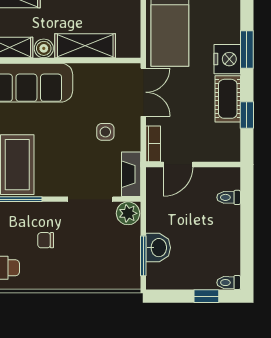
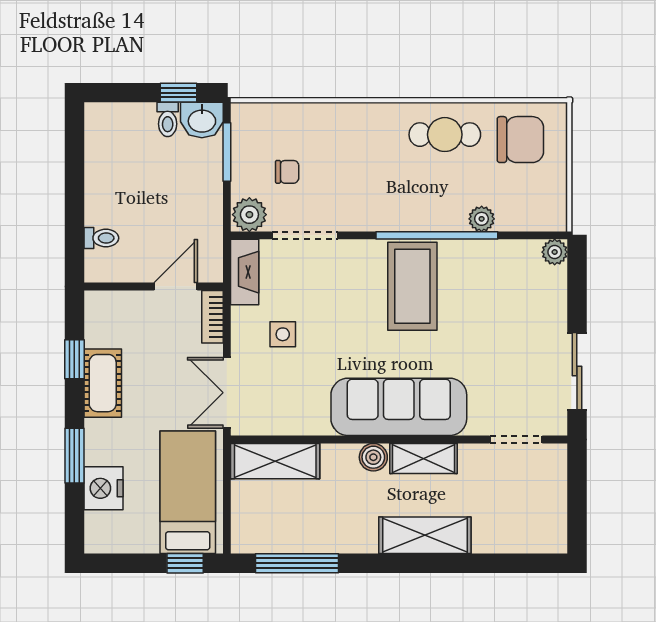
shelving: (85, 46) -> (275, 461), moved
nightstand: (227, 59) -> (103, 488), moved
chair: (46, 240) -> (287, 172), moved
washbasin: (158, 248) -> (202, 120), moved, turned -90
toilet: (229, 283) -> (168, 119), moved, turned 90
window: (206, 296) -> (179, 93), moved

